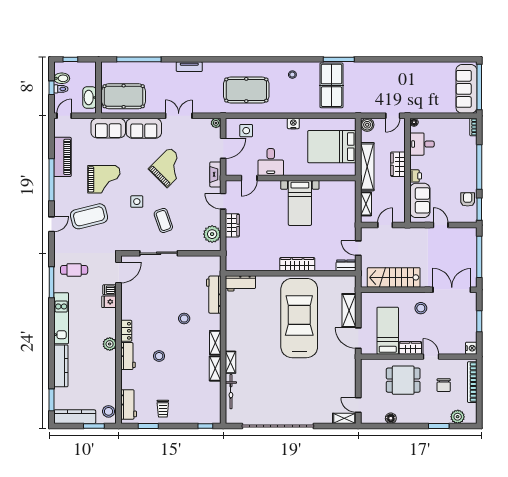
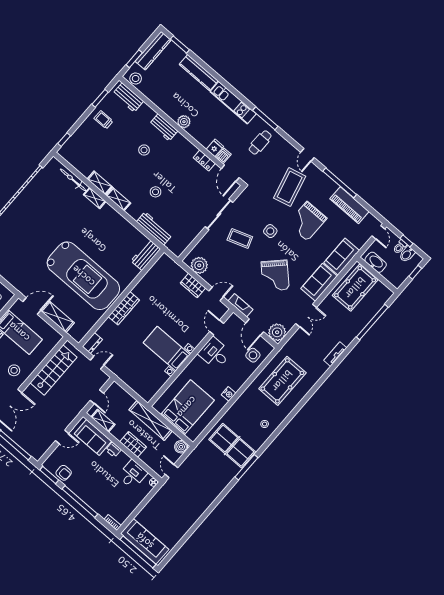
plant: (216, 123) -> (277, 332), width x1.87, depth x1.87
shelving: (366, 204) -> (103, 421), moved
locker: (126, 331) -> (204, 161), moved

